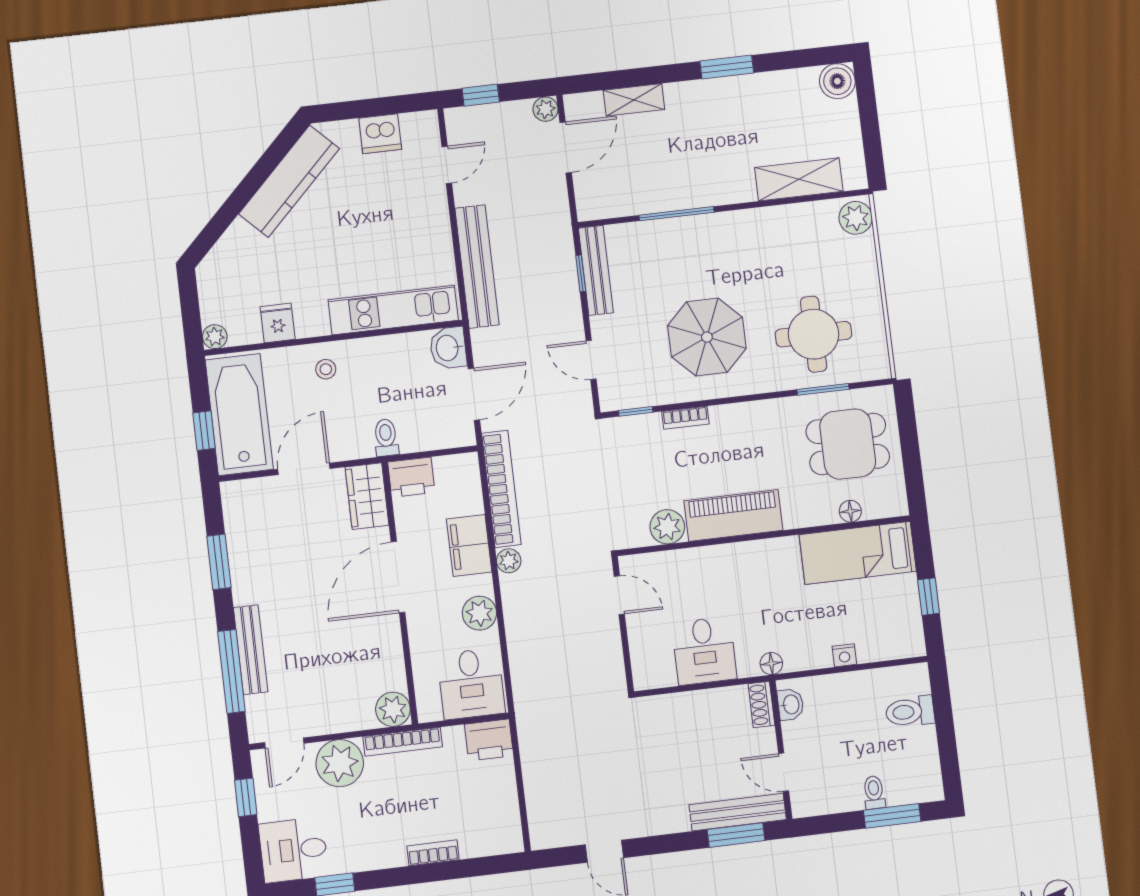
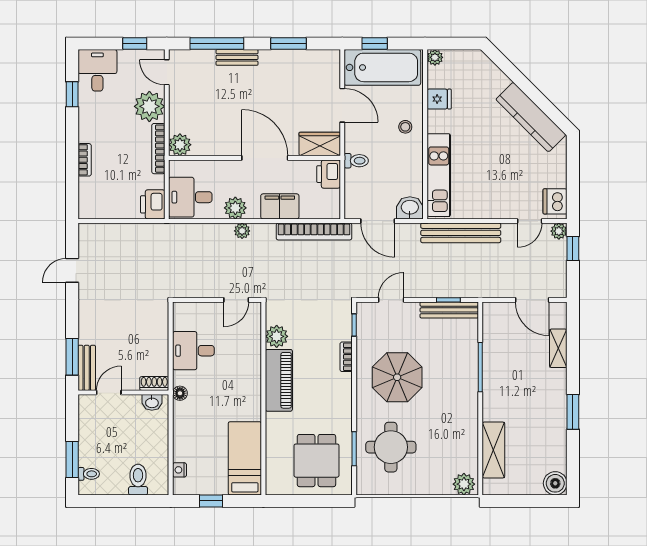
plant: (545, 109) -> (559, 231), moved
dishwasher: (380, 134) -> (555, 201), moved
door: (447, 165) -> (530, 221), hinge flipped
floor lamp: (850, 511) -> (273, 457), removed
plant: (509, 561) -> (242, 231), moved
bench: (251, 650) -> (237, 57), width x0.73
nightstand: (844, 655) -> (180, 470), moved
toilet: (874, 792) -> (89, 474), moved
bench: (738, 812) -> (87, 368), width x0.73

